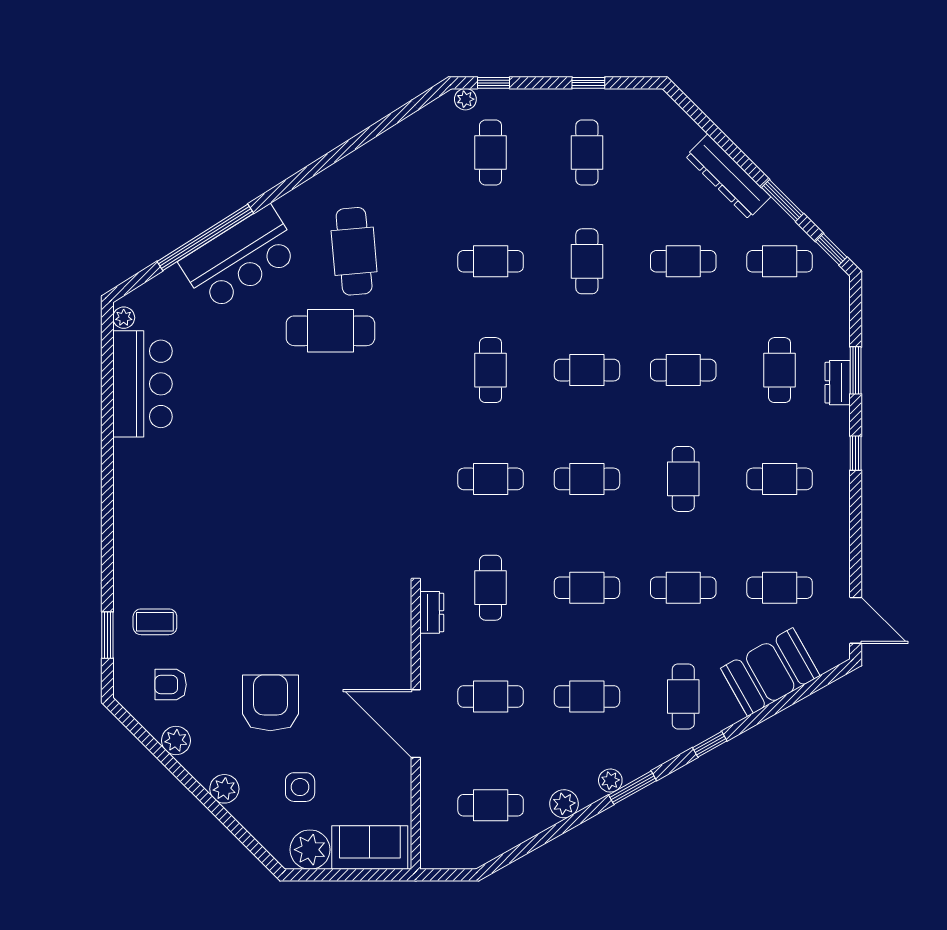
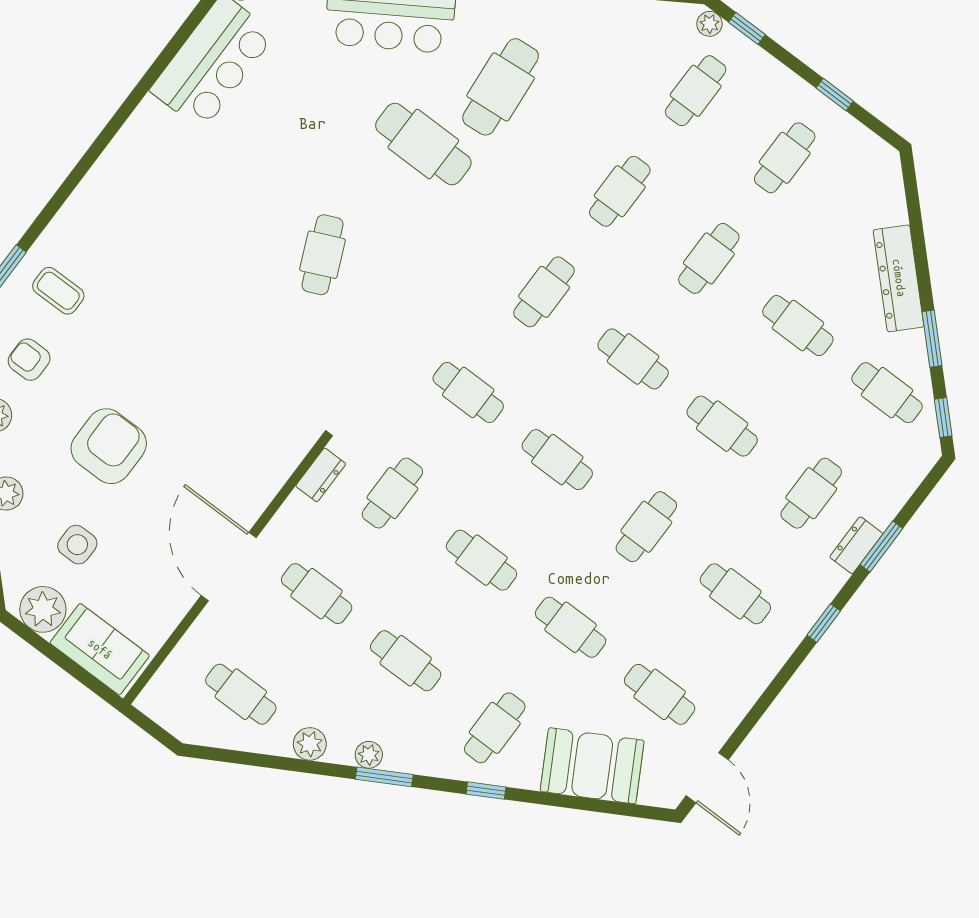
cafe table: (491, 261) -> (620, 191), turned 90
cafe table: (318, 460) -> (322, 255), added

